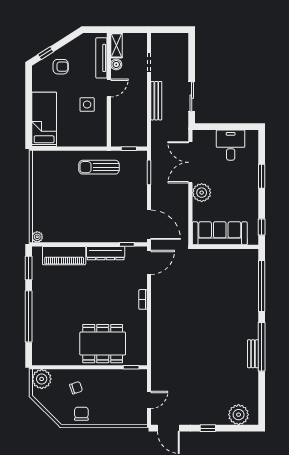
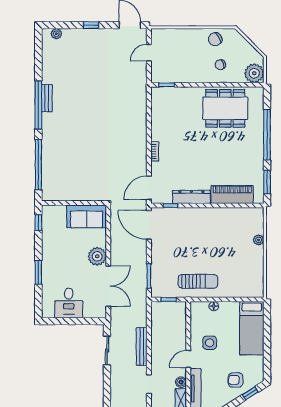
floor lamp: (83, 142) -> (214, 306), added
sofa: (220, 233) -> (87, 216), width x0.73
plant: (37, 237) -> (259, 240), moved
dining table: (103, 344) -> (225, 108), moved
chair: (81, 414) -> (215, 39), turned 60
plant: (239, 415) -> (56, 34), width x0.53, depth x0.53

